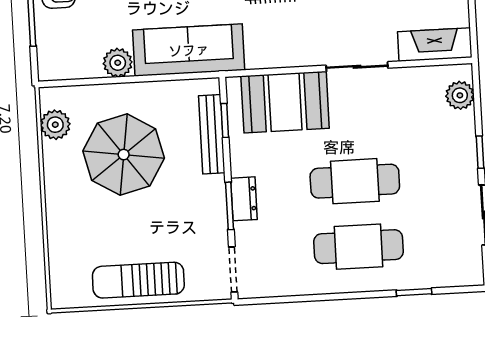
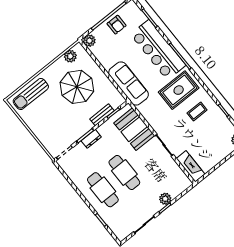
plant: (118, 63) -> (89, 41), moved
plant: (460, 95) -> (165, 199), moved
bench: (212, 134) -> (102, 115), width x0.73
sun lounger: (138, 280) -> (31, 94), moved, turned -90

